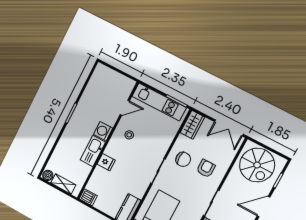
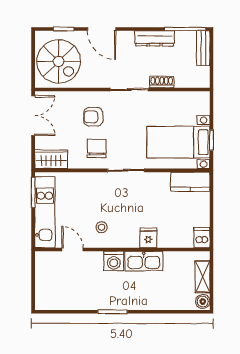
spiral stairs: (257, 165) -> (59, 61), turned 90

